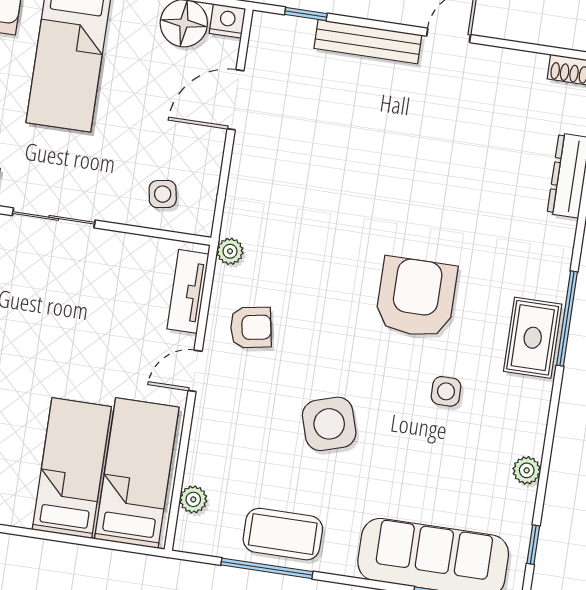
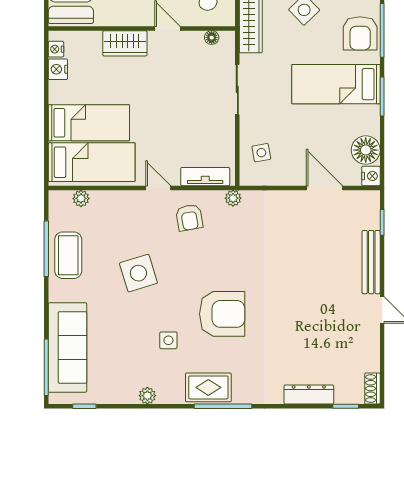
plant: (527, 470) -> (147, 396), moved

